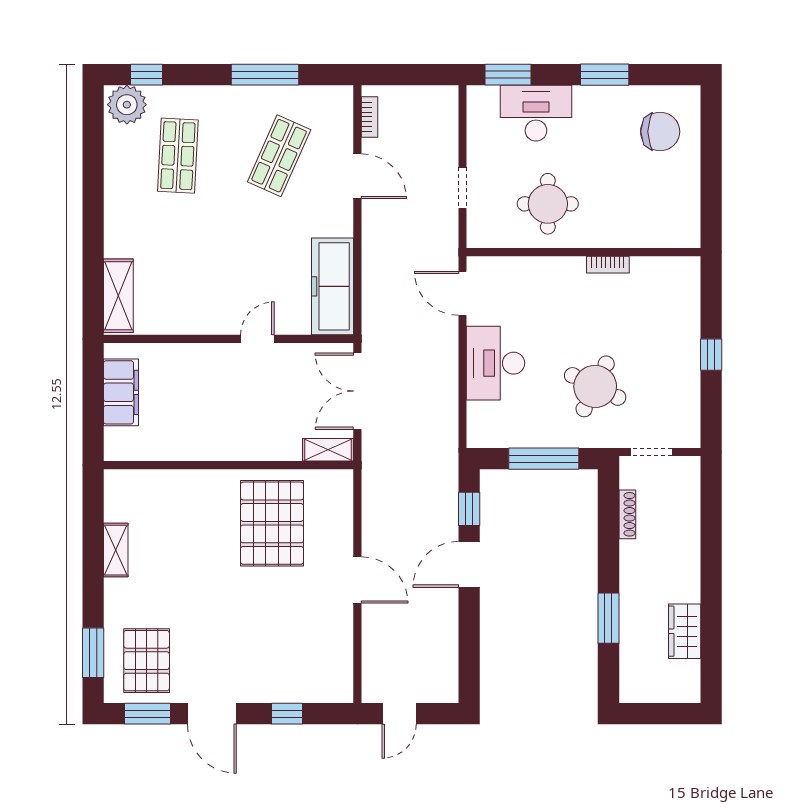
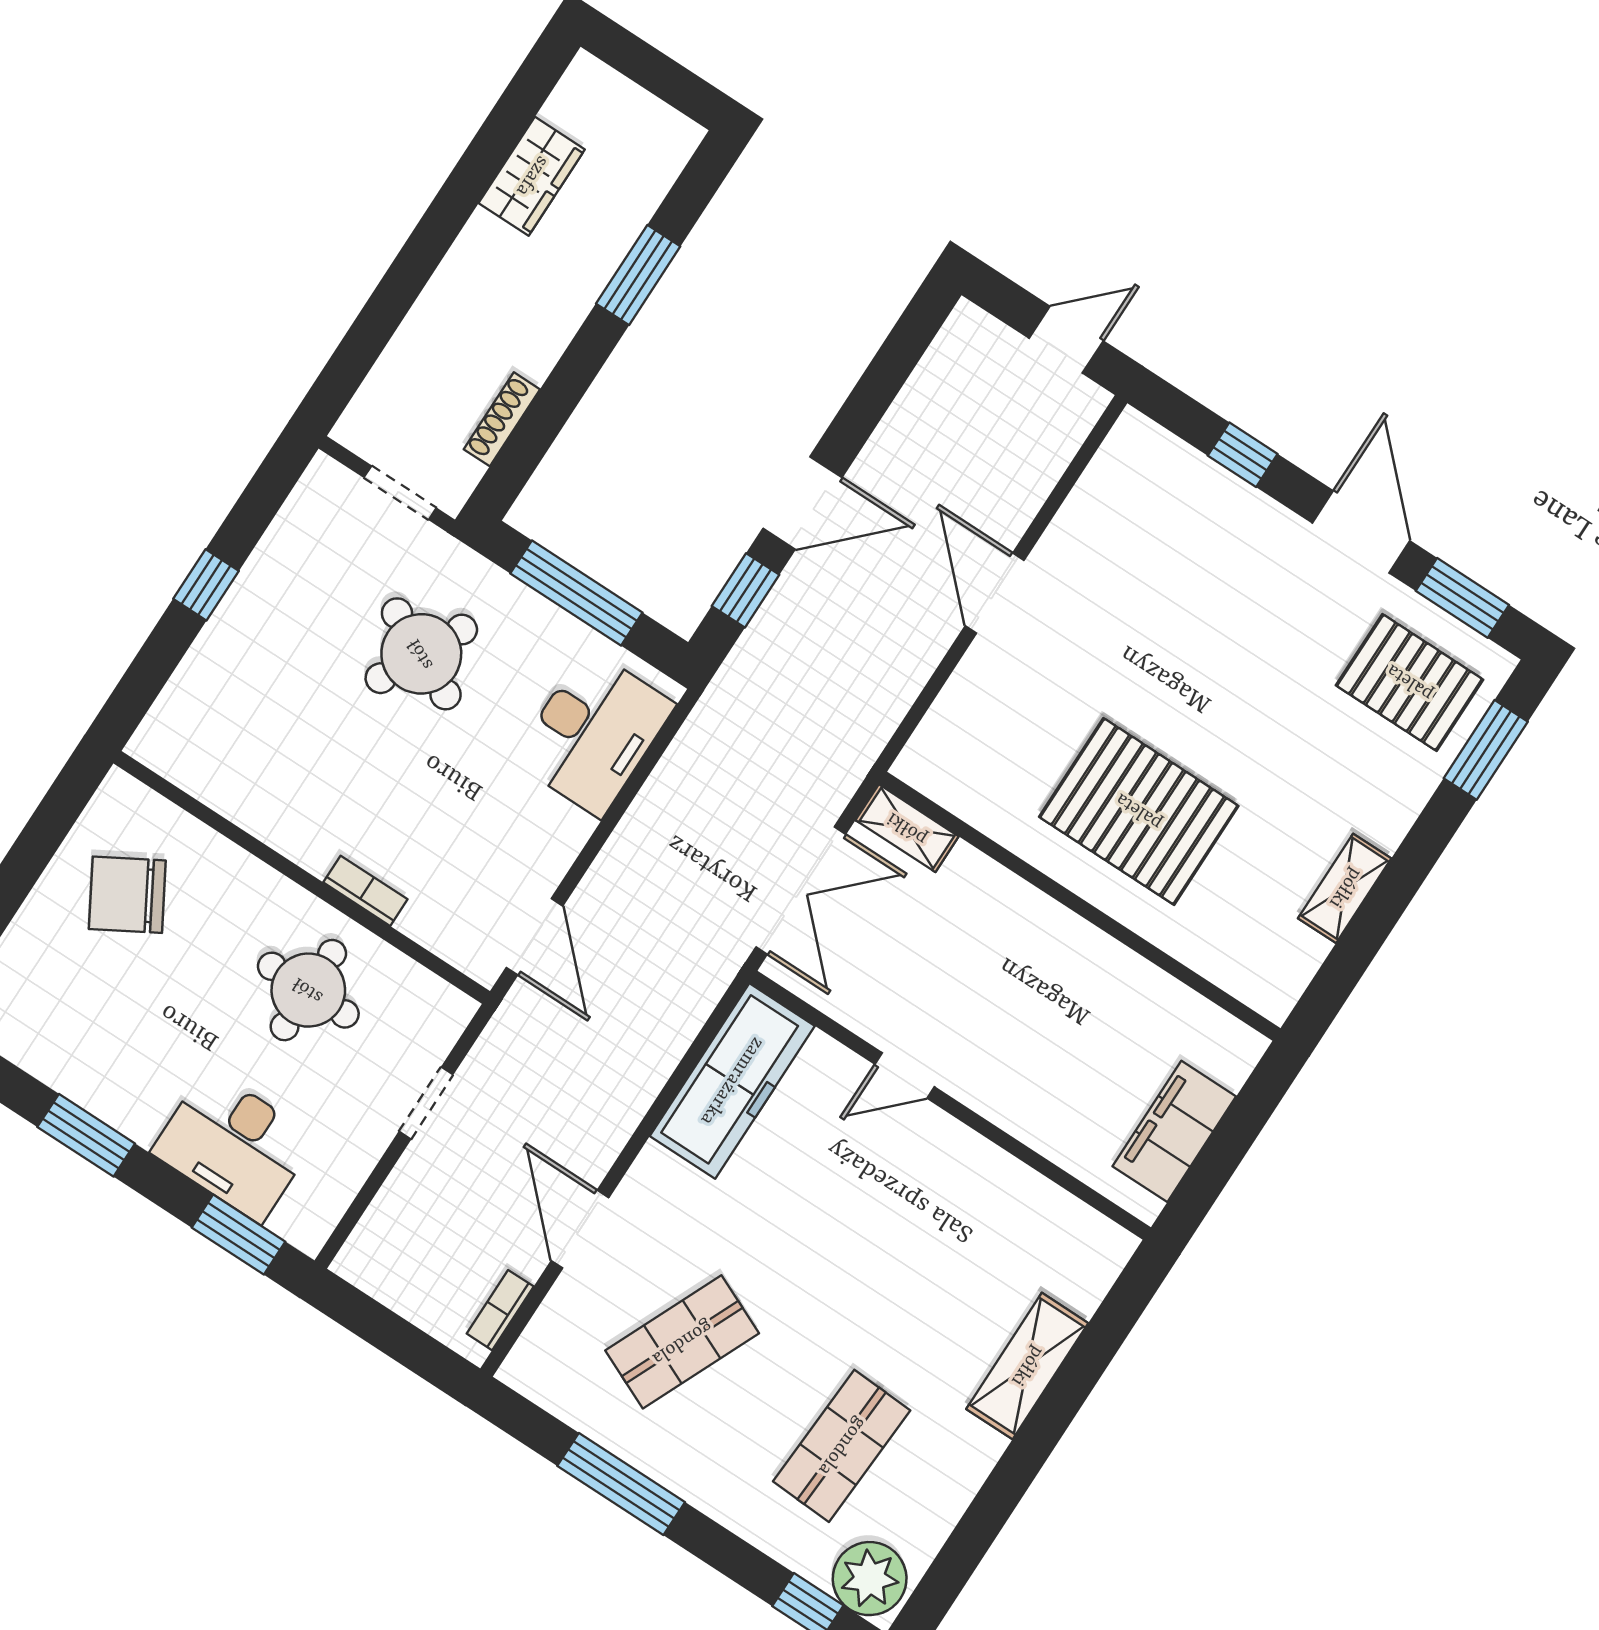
chair: (660, 132) -> (127, 895), moved, turned -30
bookcase: (608, 265) -> (365, 891), moved
shelving: (118, 296) -> (1027, 1366), moved
desk: (496, 363) -> (594, 732), moved
pallet: (272, 523) -> (1139, 811), moved, turned 90
pallet: (147, 661) -> (1410, 682), turned 90

